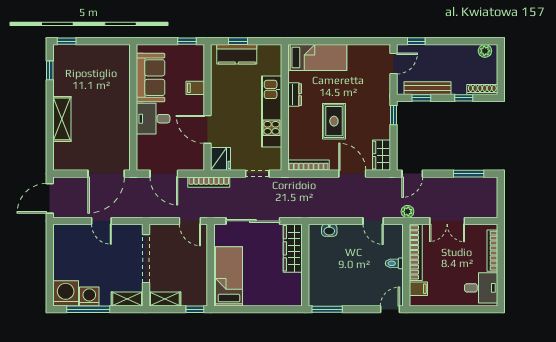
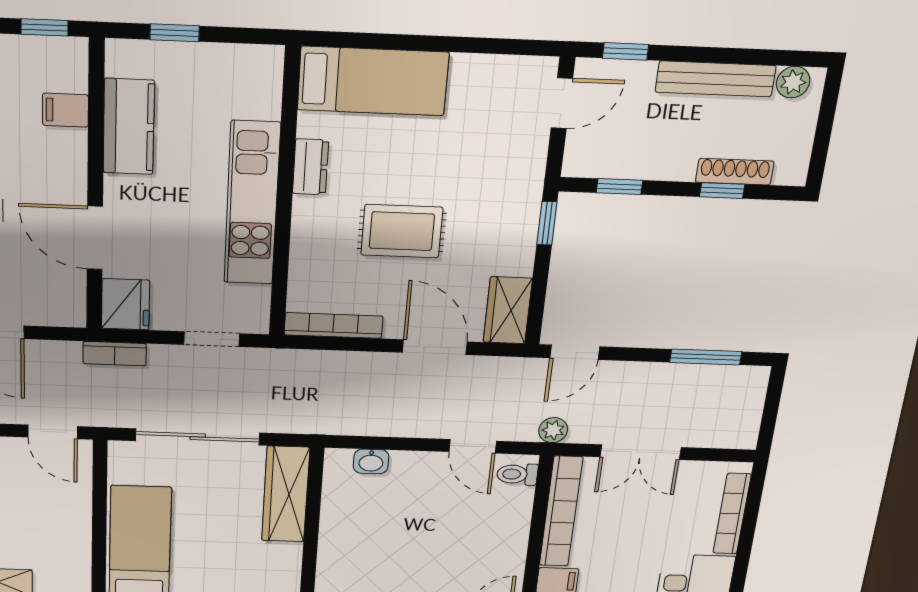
kitchen counter: (237, 54) -> (129, 127), moved, turned -90
filing cabinet: (195, 88) -> (65, 110), moved
bench: (428, 88) -> (715, 79), moved
shoe rack: (482, 90) -> (735, 172), moved
rug: (334, 121) -> (402, 231), turned 90
bookcase: (209, 182) -> (115, 354), width x0.64
toilet: (394, 263) -> (517, 474), moved

